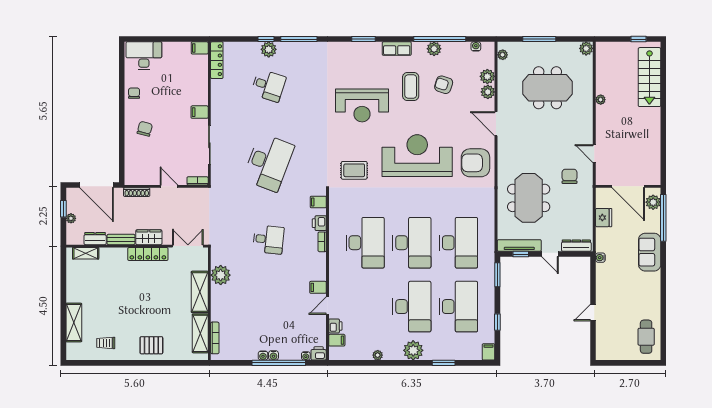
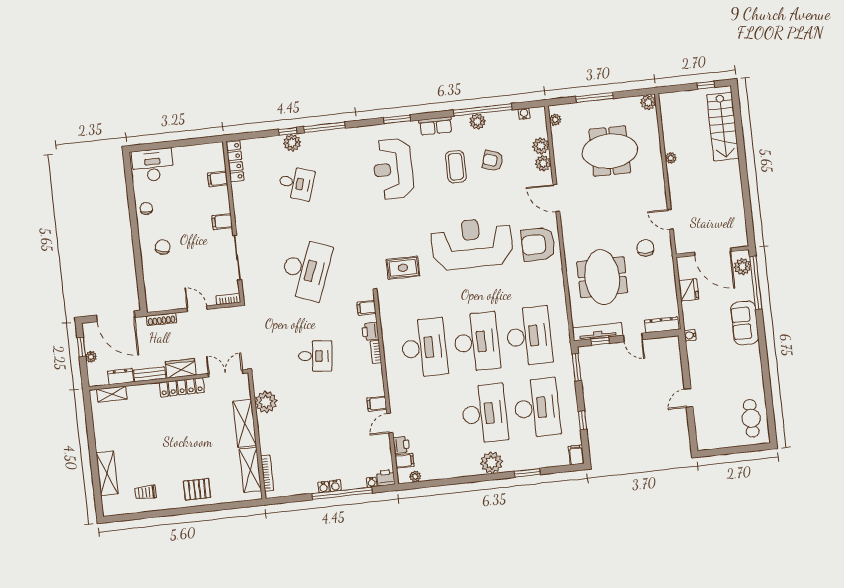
filing cabinet: (200, 48) -> (218, 179), moved
reception desk: (362, 105) -> (393, 169), moved, turned 90
plant: (378, 355) -> (415, 476), moved

